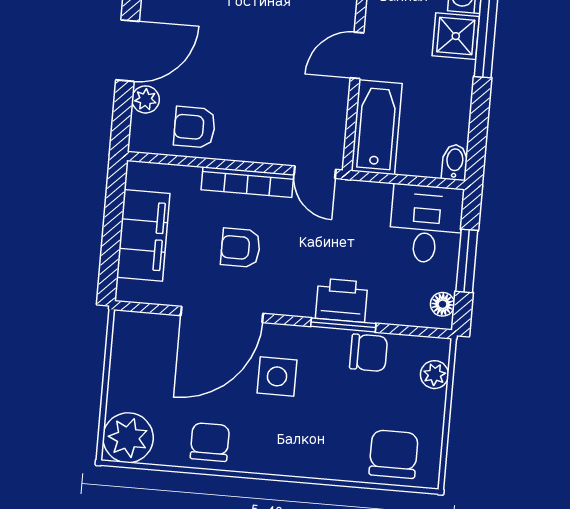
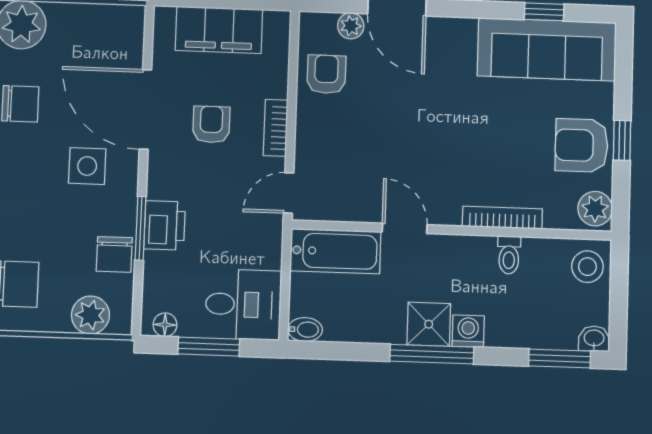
bookcase: (247, 182) -> (276, 128), width x0.64
plant: (434, 375) -> (90, 315), width x1.38, depth x1.38

